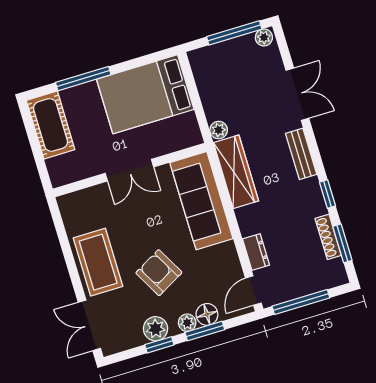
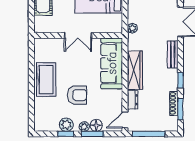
wardrobe: (236, 172) -> (135, 70), moved
armchair: (159, 273) -> (77, 95), turned 119
double door: (89, 325) -> (31, 112), removed

